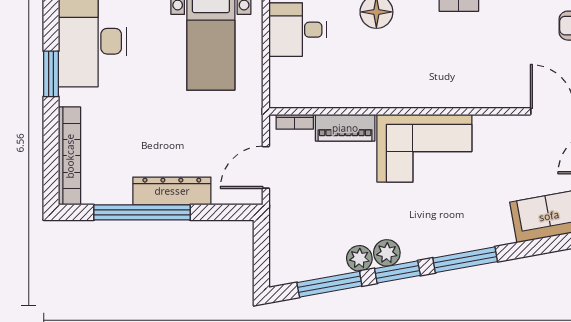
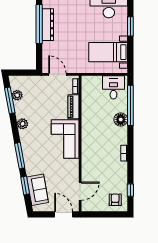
dresser: (172, 191) -> (48, 25), moved
plant: (359, 258) -> (17, 95), moved
window: (397, 272) -> (25, 185), moved

